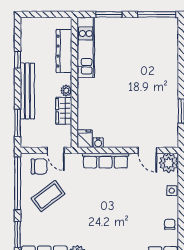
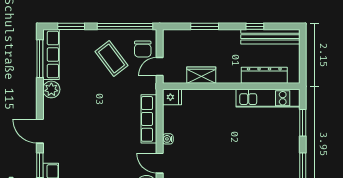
bench: (27, 91) -> (270, 37), moved
plant: (66, 91) -> (223, 78), removed
window: (18, 123) -> (205, 26), moved
water cooler: (98, 143) -> (168, 139), moved
door: (147, 150) -> (160, 163), hinge flipped

